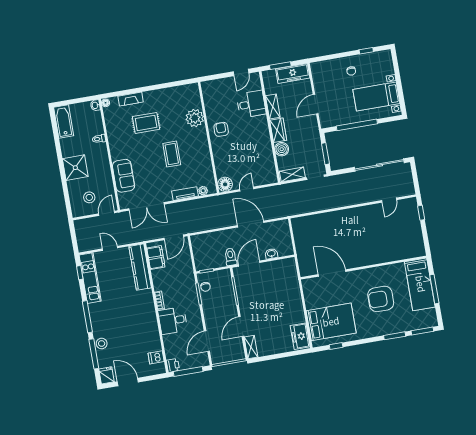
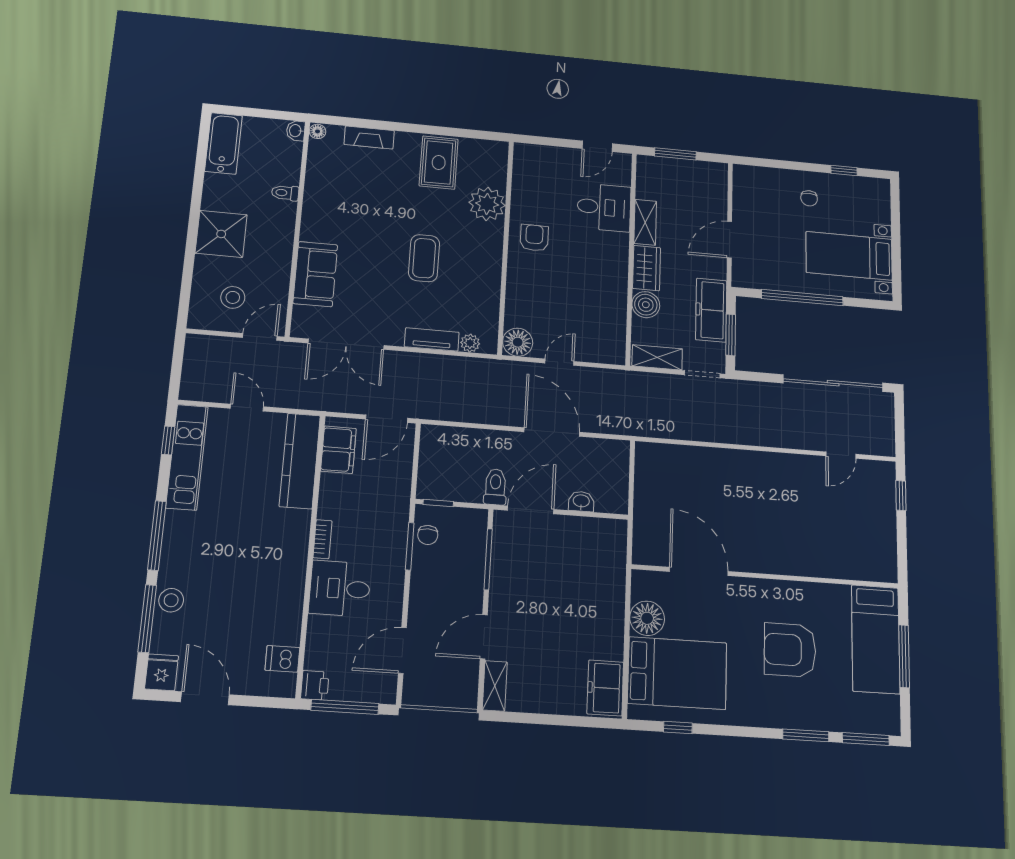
freezer: (293, 73) -> (711, 310), moved, turned 90
rug: (146, 123) -> (439, 163), moved, turned 90
floor lamp: (313, 300) -> (647, 618), added

